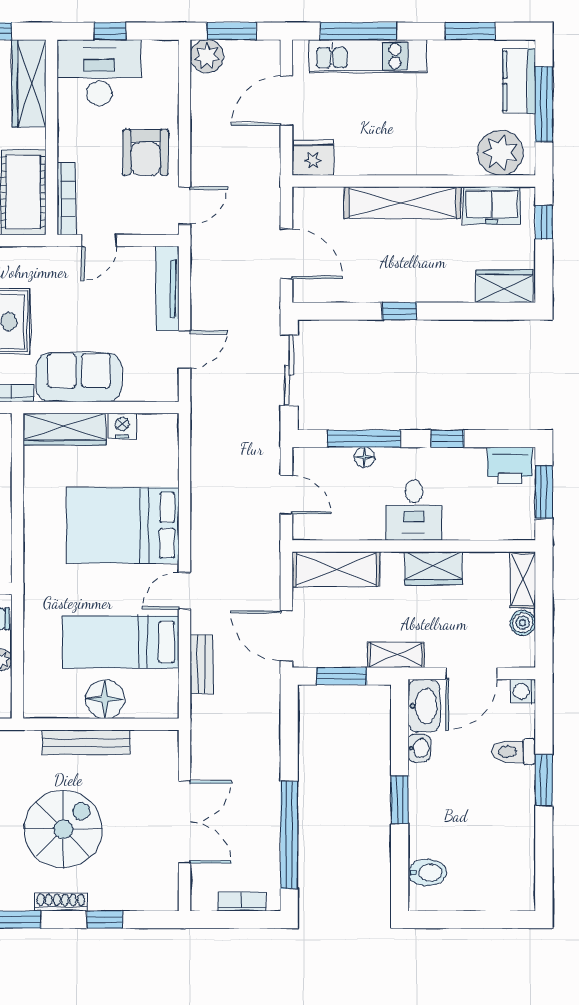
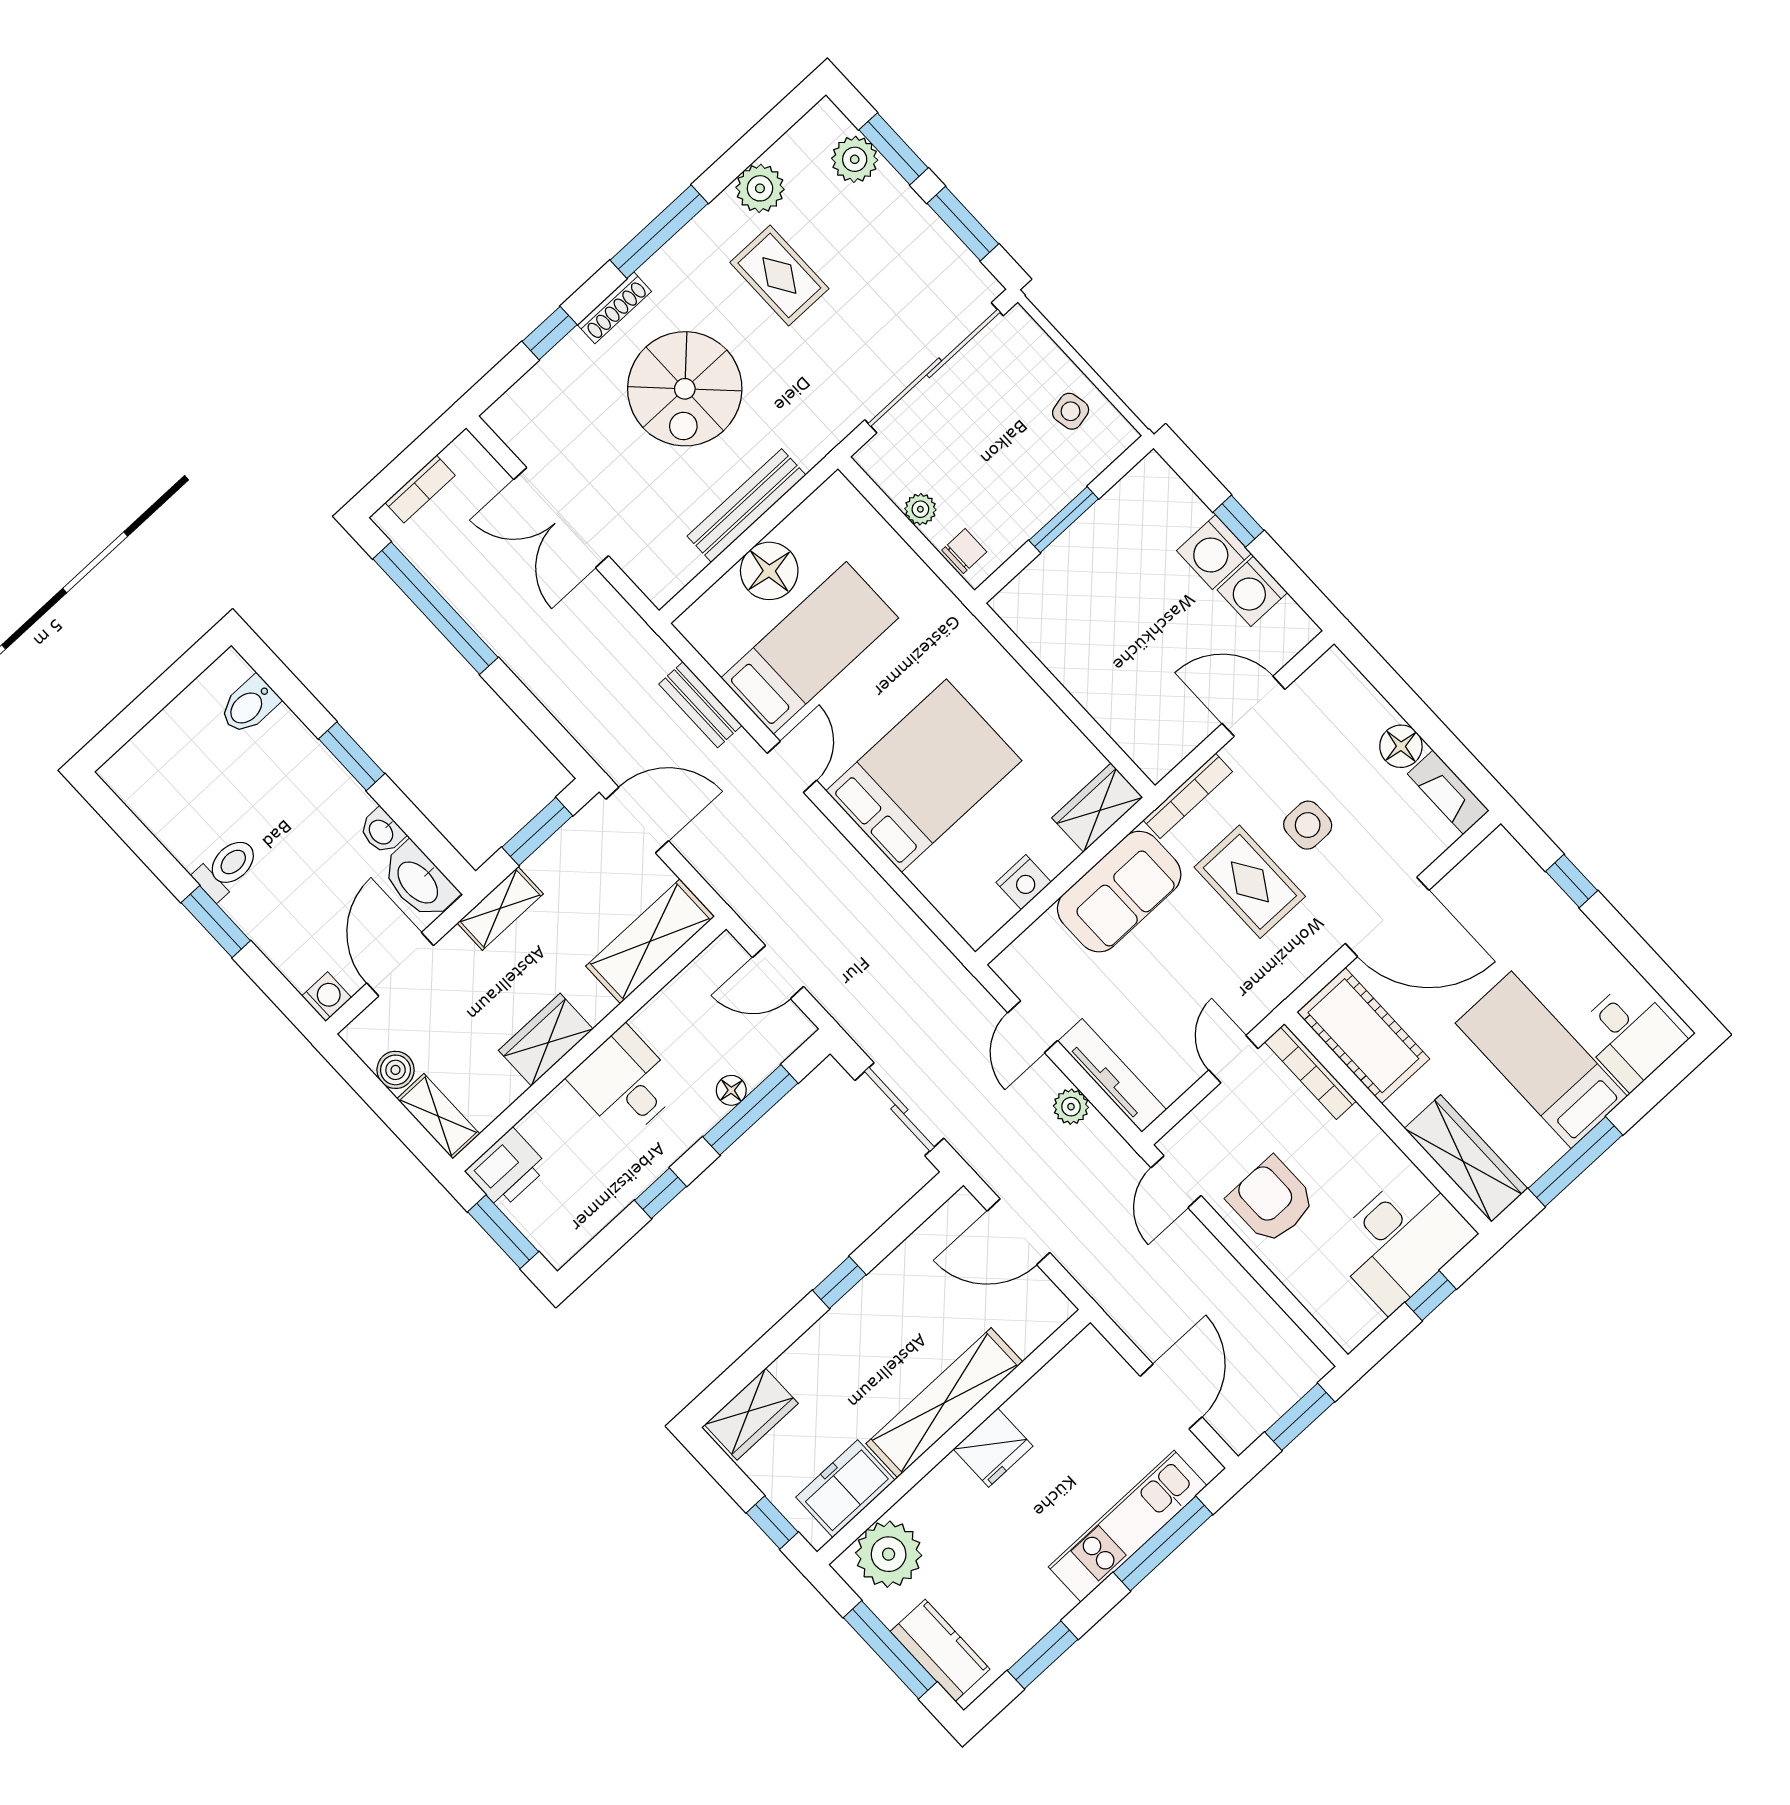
plant: (207, 56) -> (1071, 1107), moved, width x0.73, depth x0.73
fridge: (313, 158) -> (993, 1448), moved
wardrobe: (65, 429) -> (1097, 808), width x0.67
printer: (510, 466) -> (507, 1169), moved, turned 180
toilet: (514, 752) -> (227, 868), moved

